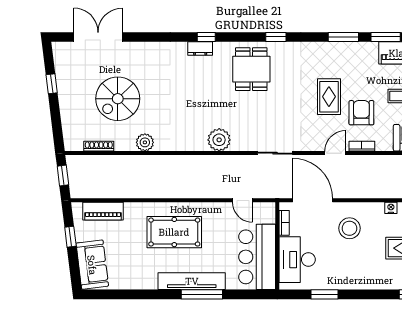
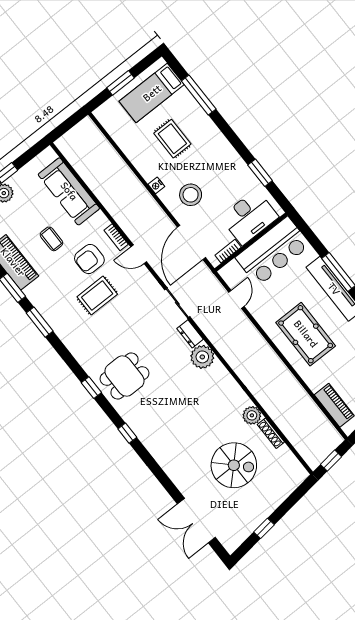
window: (276, 37) -> (91, 388), moved
dresser: (200, 49) -> (190, 334), moved, turned 180
shoe rack: (99, 146) -> (271, 433), moved
nightstand: (391, 208) -> (156, 185), moved

